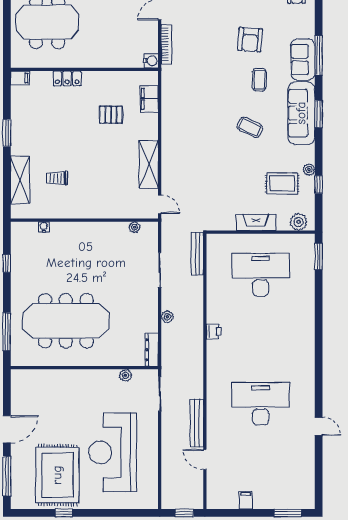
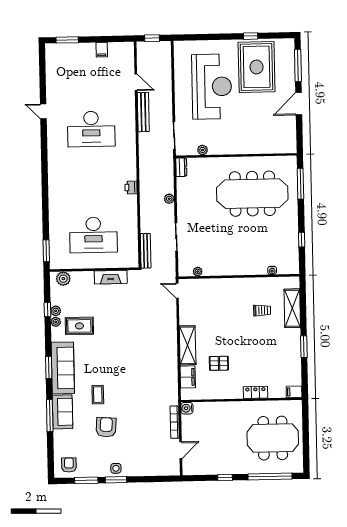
coffee table: (250, 127) -> (105, 355), removed
shelving: (149, 164) -> (188, 345), moved
rug: (282, 183) -> (79, 326), moved
plant: (309, 183) -> (56, 311), added
fireplace: (256, 222) -> (111, 277), moved
dresser: (152, 350) -> (181, 167), width x0.70

